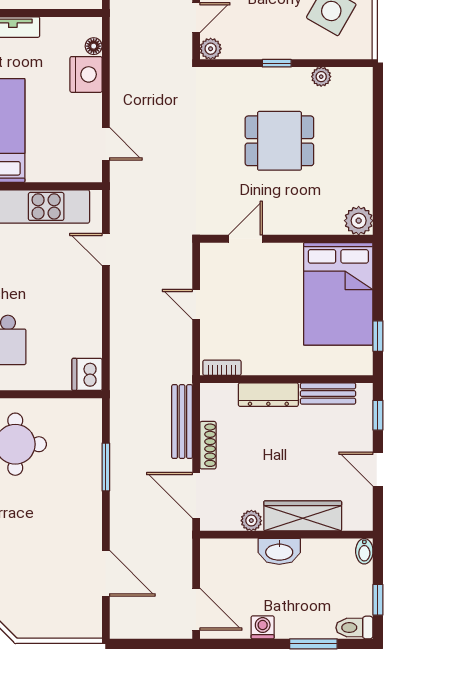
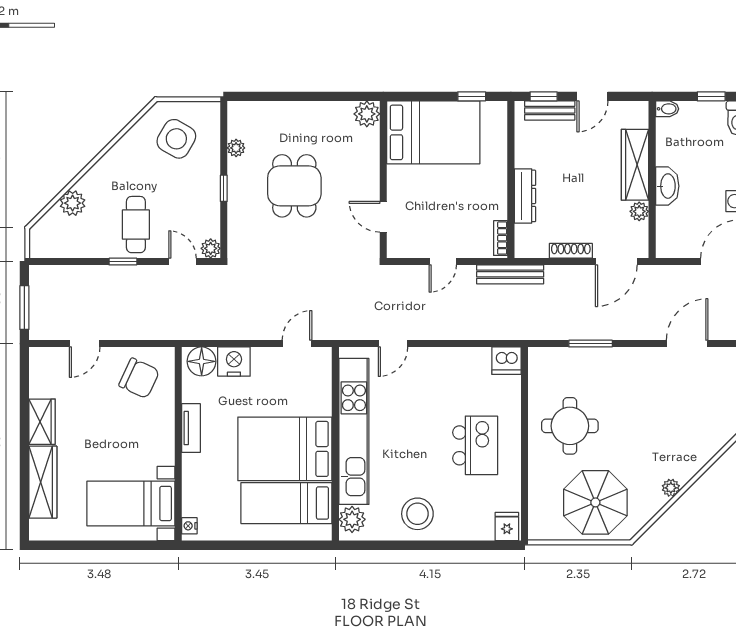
floor lamp: (94, 46) -> (202, 361), width x1.89, depth x1.89
bench: (328, 394) -> (550, 111), moved, turned 90
bench: (182, 422) -> (510, 274), moved

